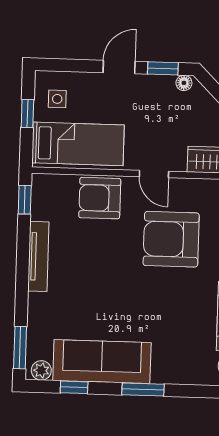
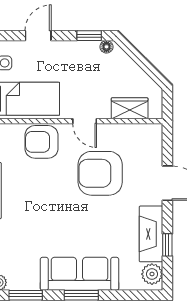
door: (119, 67) -> (38, 36), moved
sofa: (102, 362) -> (79, 274), moved
window: (74, 387) -> (26, 295), width x1.50

